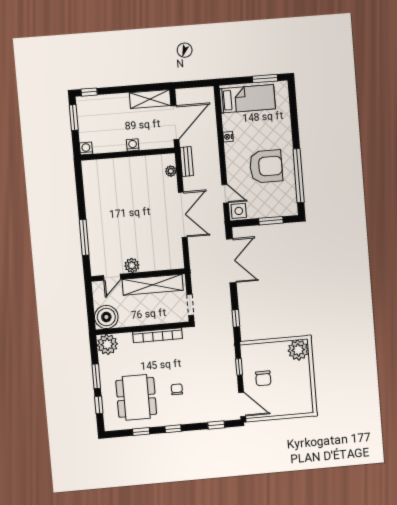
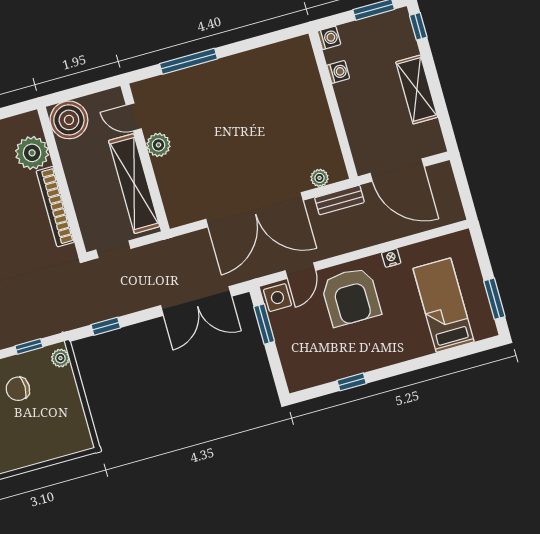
shelving: (150, 99) -> (417, 90), moved
bed: (247, 99) -> (444, 305), moved, turned 180
washing machine: (133, 145) -> (338, 72), moved
armchair: (266, 166) -> (351, 297), moved
window: (299, 176) -> (352, 382), width x0.32
double door: (183, 215) -> (255, 210), width x1.36
window: (271, 221) -> (264, 324), moved
plant: (107, 344) -> (32, 153), moved
plant: (298, 350) -> (60, 358), moved, width x0.53, depth x0.53

